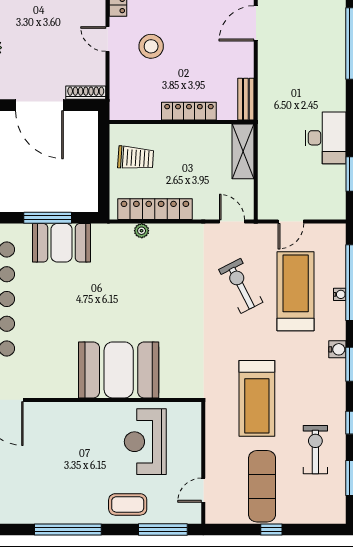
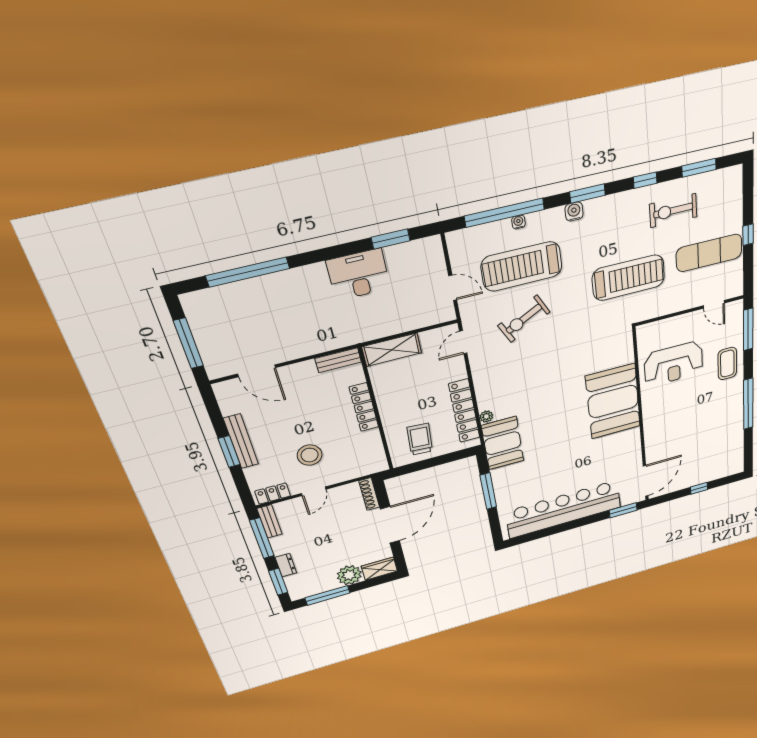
booth: (62, 243) -> (503, 443), moved

